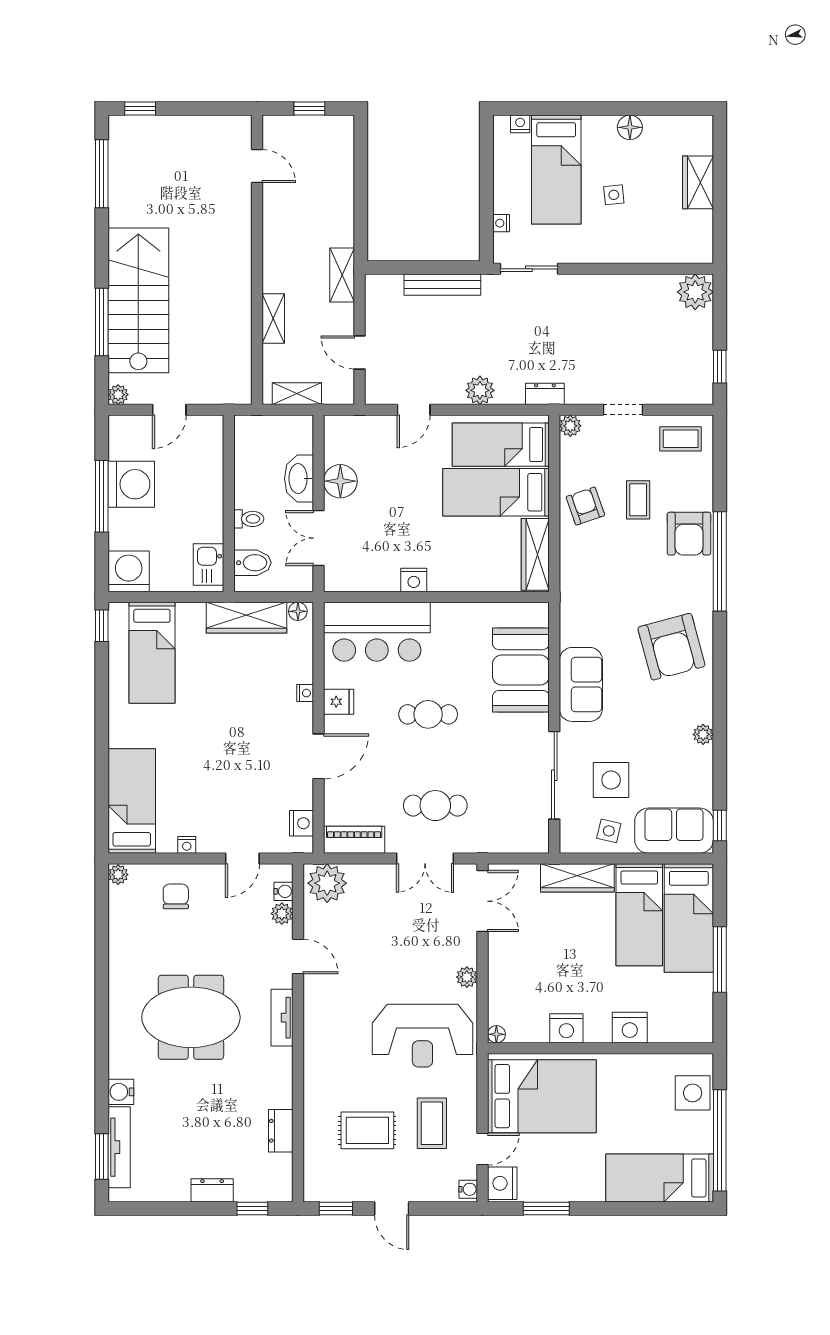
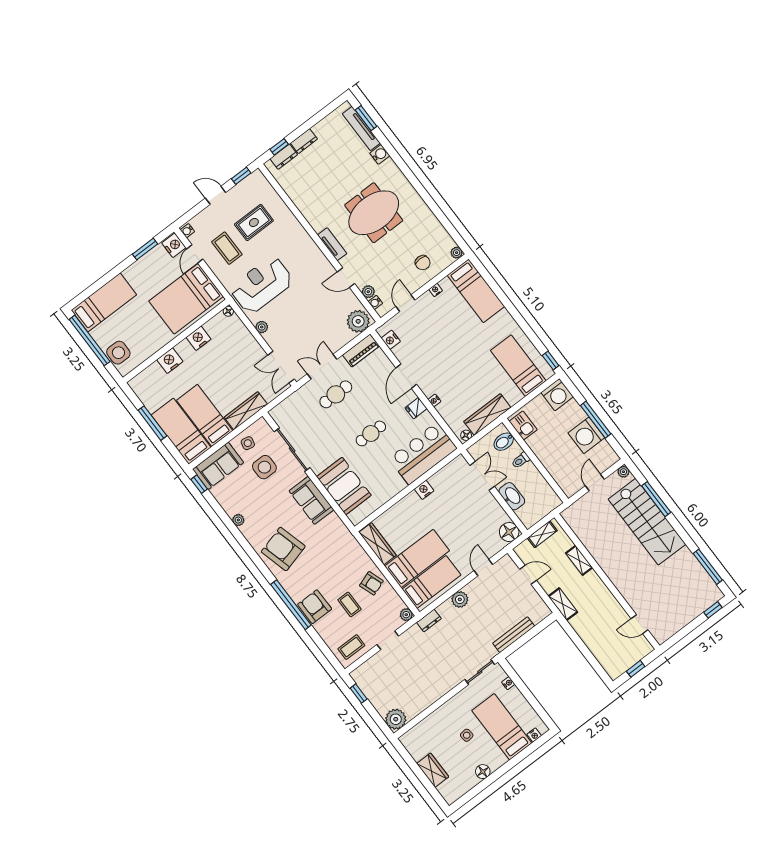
floor lamp: (340, 481) -> (509, 532), moved
dresser: (281, 1131) -> (284, 157), moved, turned 90

